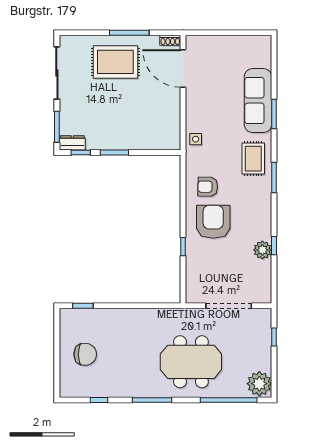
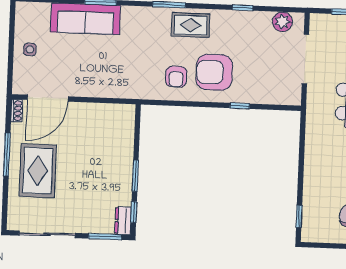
side table: (196, 139) -> (30, 49), moved
rug: (253, 159) -> (191, 25), moved
plant: (262, 250) -> (282, 22), moved

